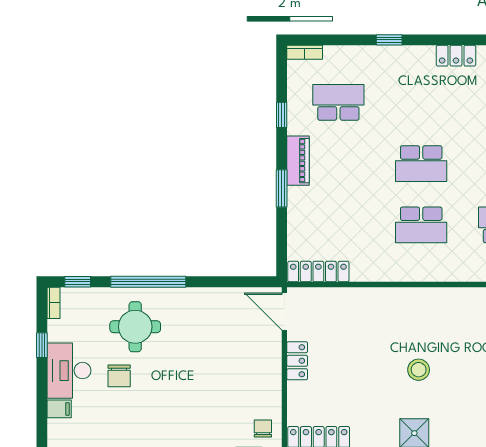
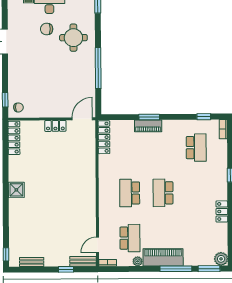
window: (282, 115) -> (204, 117), moved
piano: (298, 161) -> (148, 126), moved
window: (148, 282) -> (98, 68), moved
stool: (419, 370) -> (51, 192), removed

